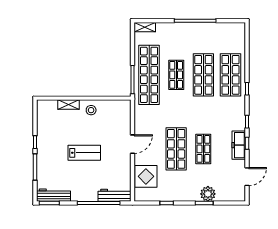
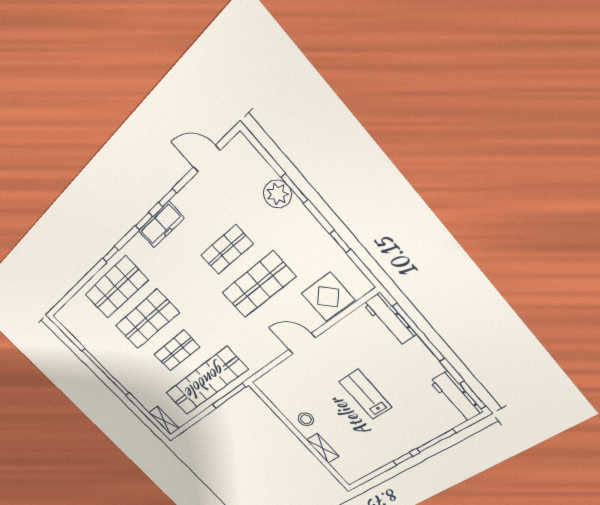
freezer: (239, 145) -> (161, 225), moved

